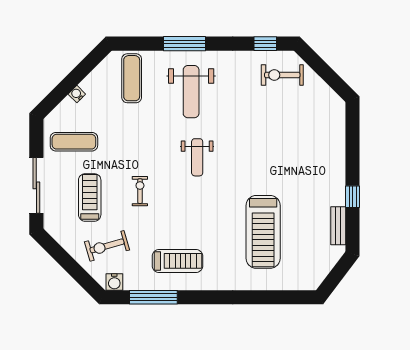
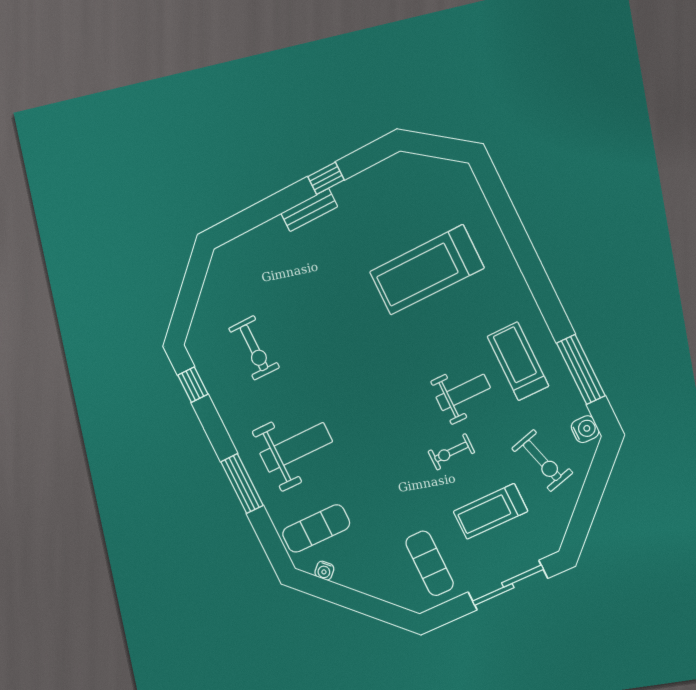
exercise bike: (282, 75) -> (254, 348), moved
water cooler: (77, 94) -> (324, 571), moved
weight bench: (197, 157) -> (463, 392), moved
bench: (338, 226) -> (309, 210), moved
treadmill: (263, 232) -> (427, 270), turned 180

